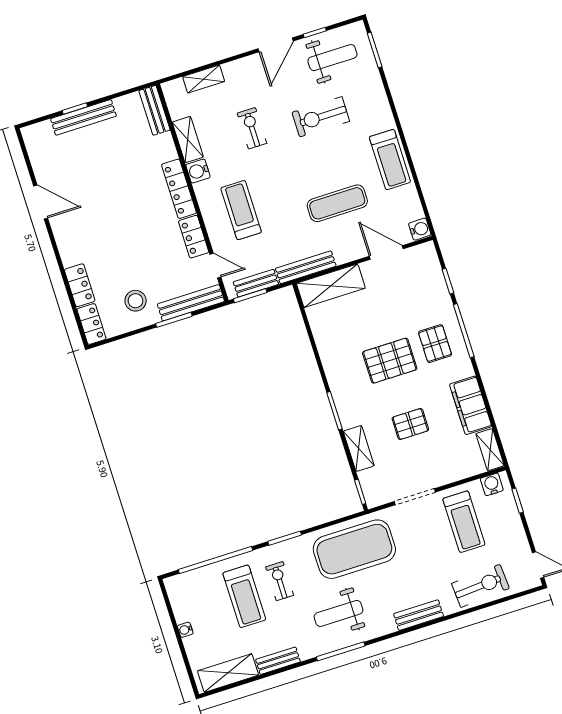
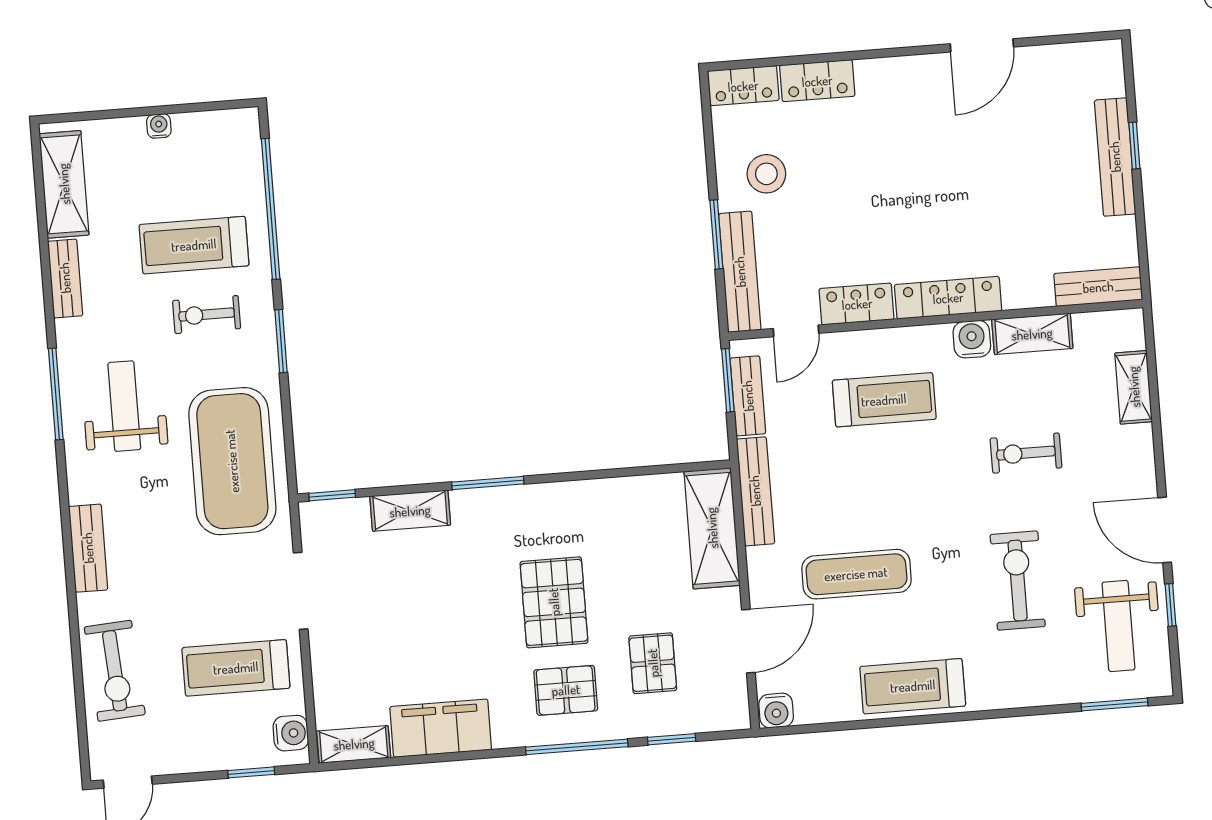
exercise bike: (252, 128) -> (1026, 453), turned 180
exercise mat: (337, 203) -> (856, 574), turned 90
pallet: (410, 424) -> (653, 663), moved
exercise bike: (280, 581) -> (207, 315), turned 180

